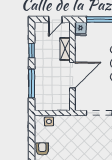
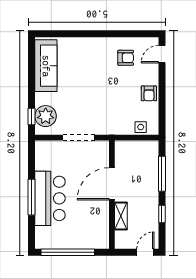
door: (55, 19) -> (145, 252), moved
fridge: (80, 29) -> (102, 241), removed

